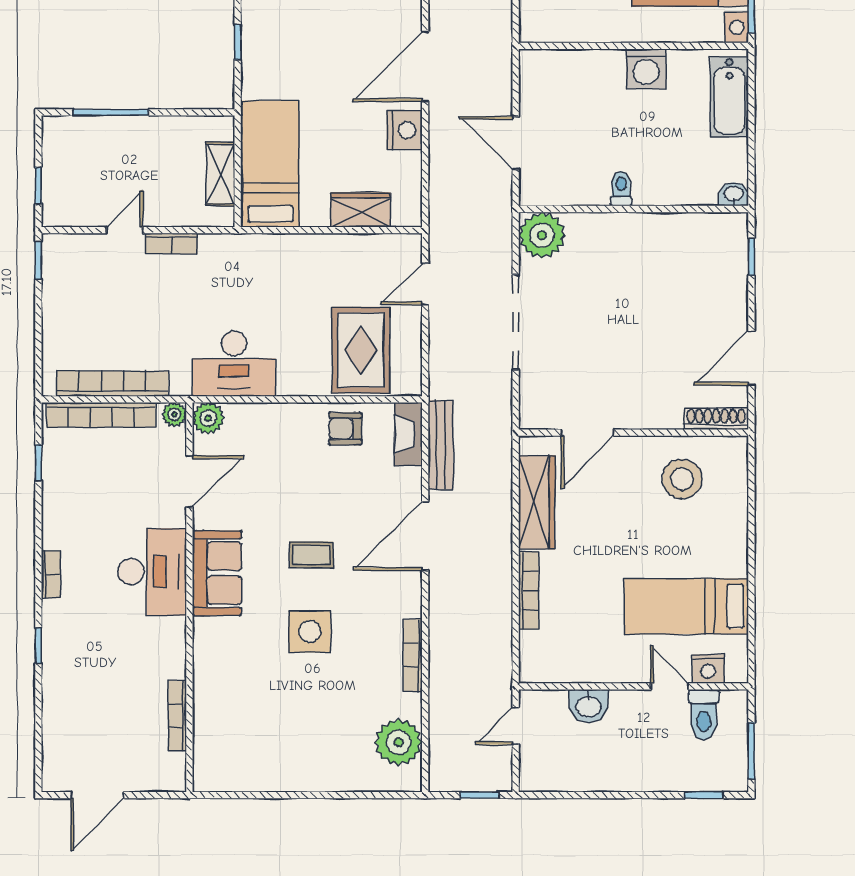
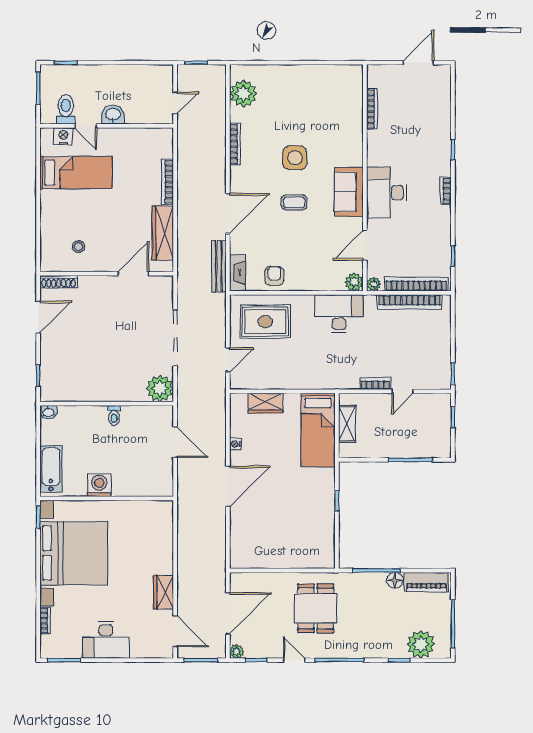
nightstand: (404, 130) -> (235, 444), width x0.53, depth x0.56
rug: (361, 350) -> (265, 322), turned 90
armchair: (345, 429) -> (274, 276), turned -90
stool: (682, 479) -> (79, 247), width x0.53, depth x0.53
washbasin: (588, 706) -> (113, 115), moved

